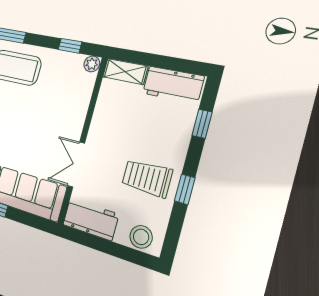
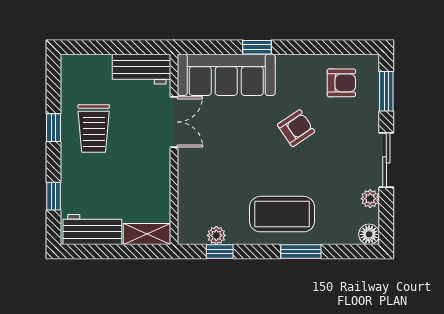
plant: (92, 64) -> (216, 235), moved
trolley: (147, 178) -> (94, 128), turned 90
stool: (141, 237) -> (84, 68), removed

